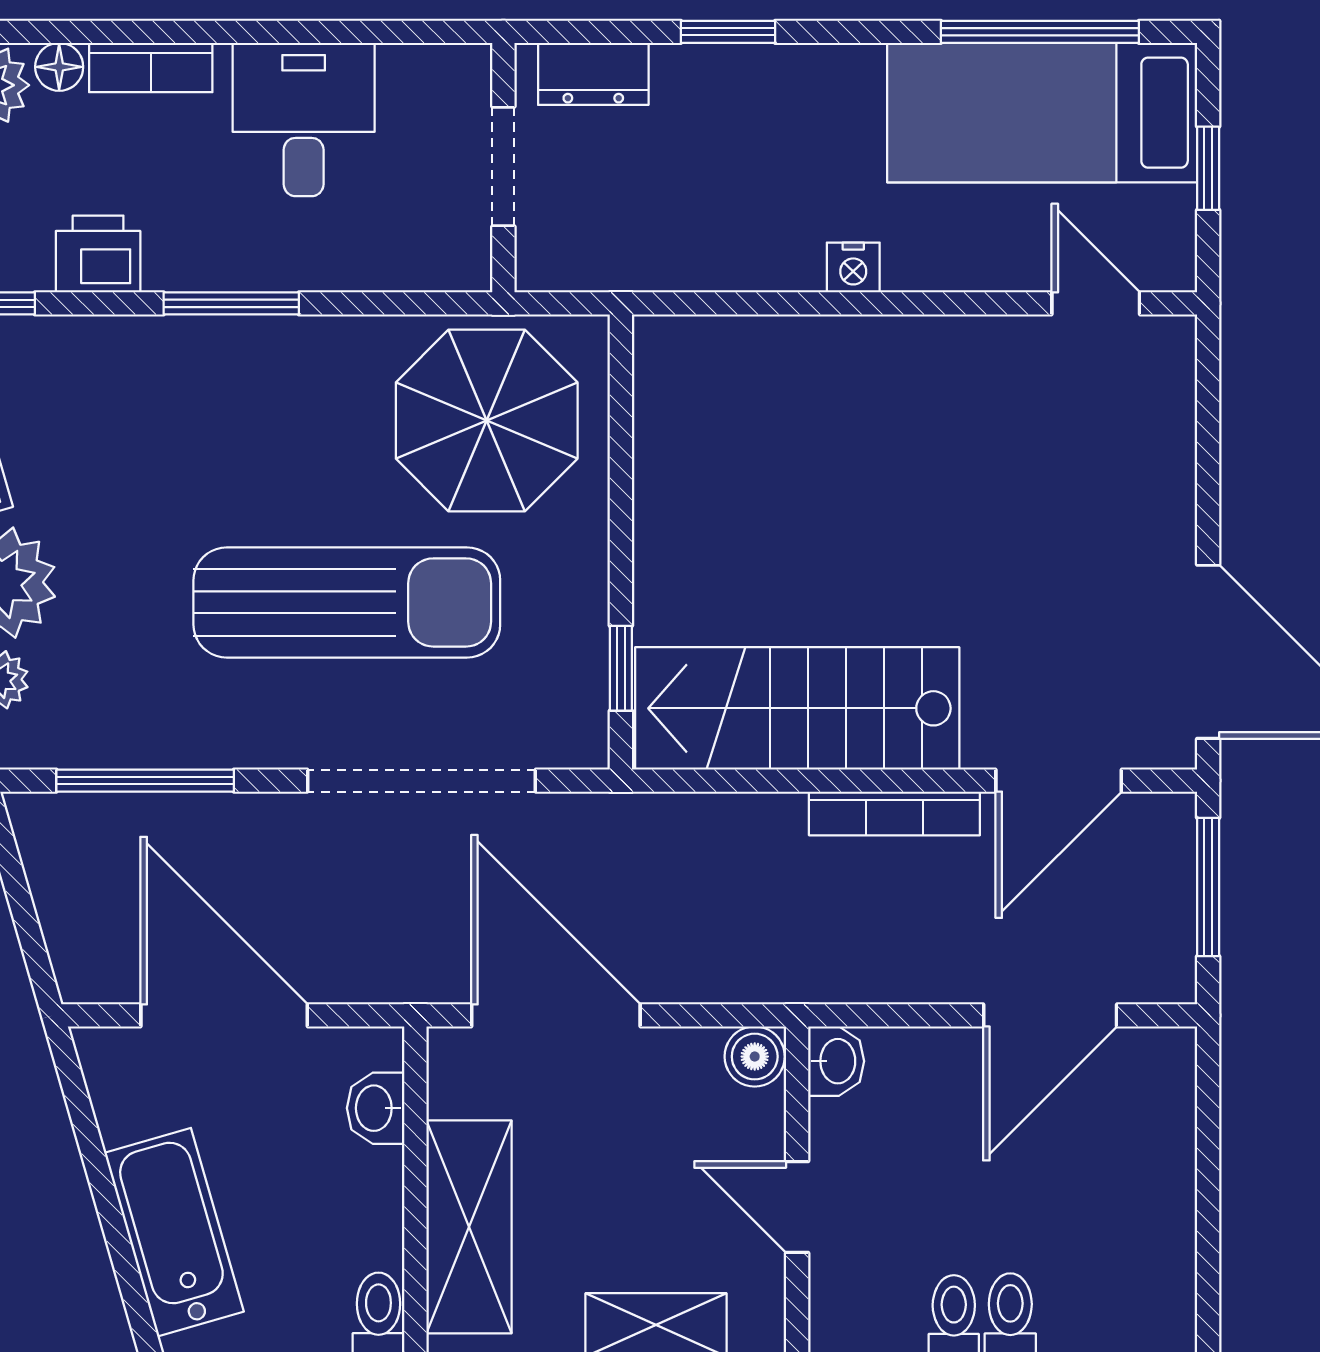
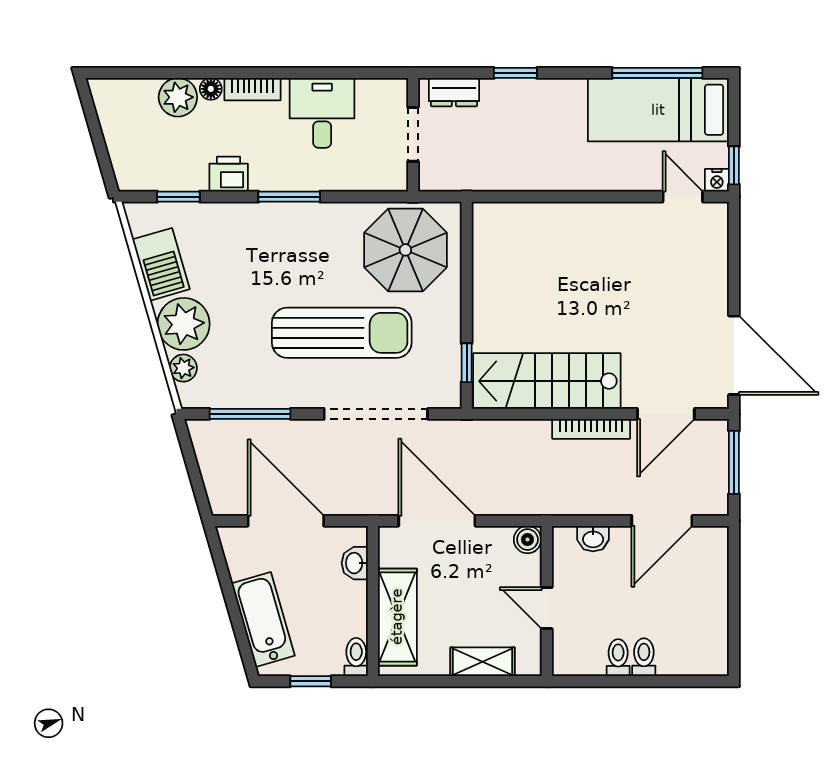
window: (1208, 168) -> (734, 165), moved
nightstand: (853, 267) -> (717, 180), moved
washbasin: (836, 1061) -> (593, 539), moved, turned 90

